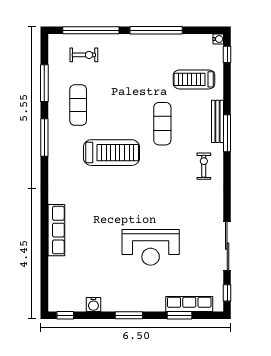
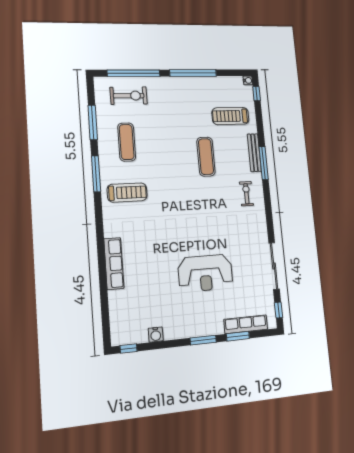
exercise bike: (84, 55) -> (129, 96), width x1.38, depth x1.39
treadmill: (112, 153) -> (127, 192), moved, width x0.73, depth x0.73
window: (129, 315) -> (203, 340), moved

